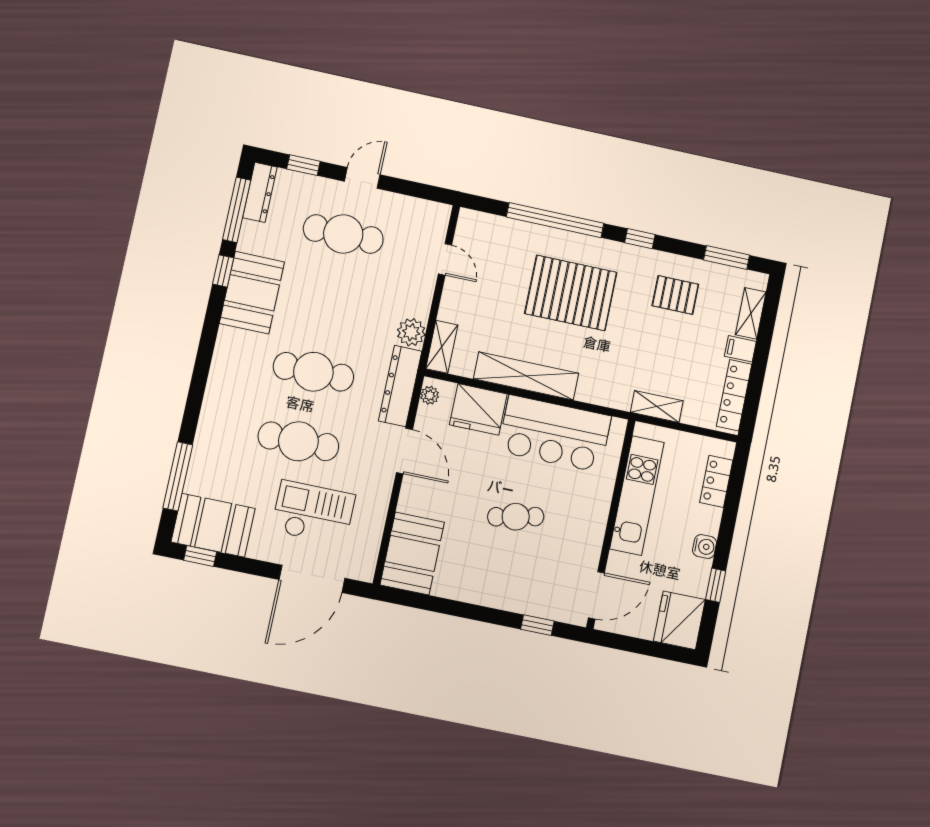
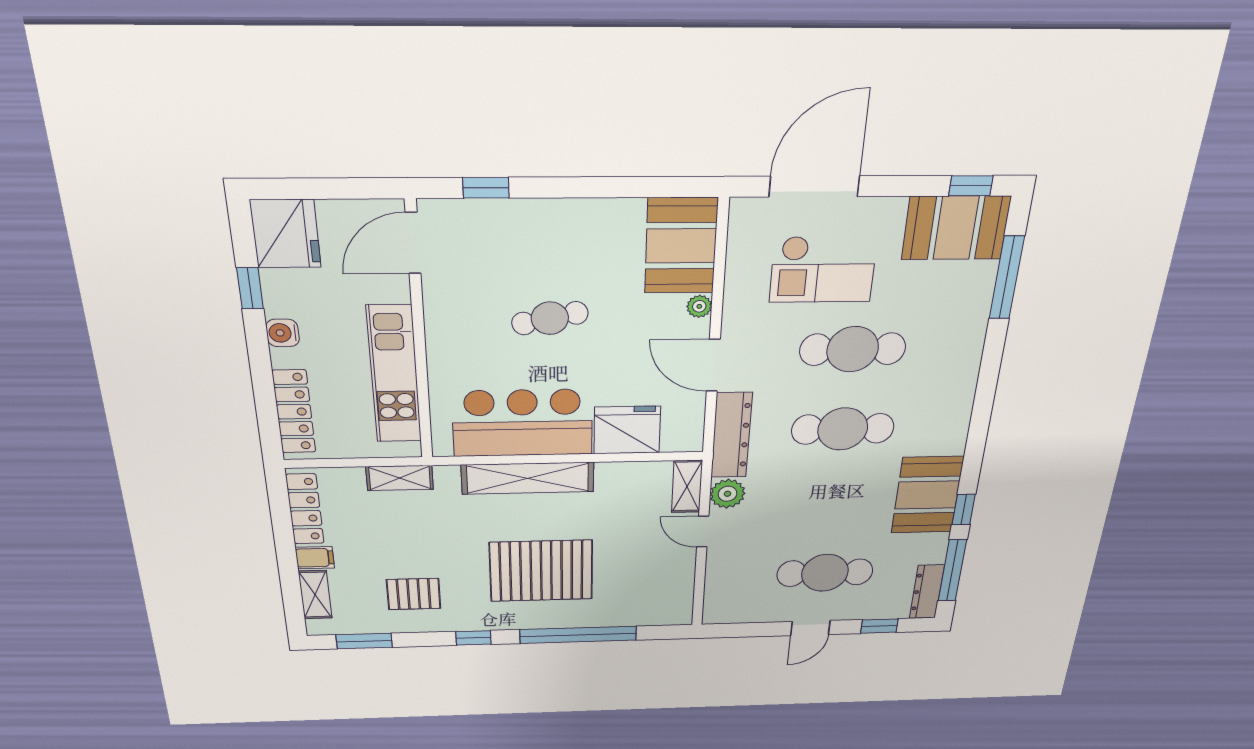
door: (445, 259) -> (703, 532), moved
shelving: (526, 376) -> (528, 478), moved
plant: (430, 395) -> (699, 306), moved
locker: (716, 481) -> (294, 412), width x1.53

